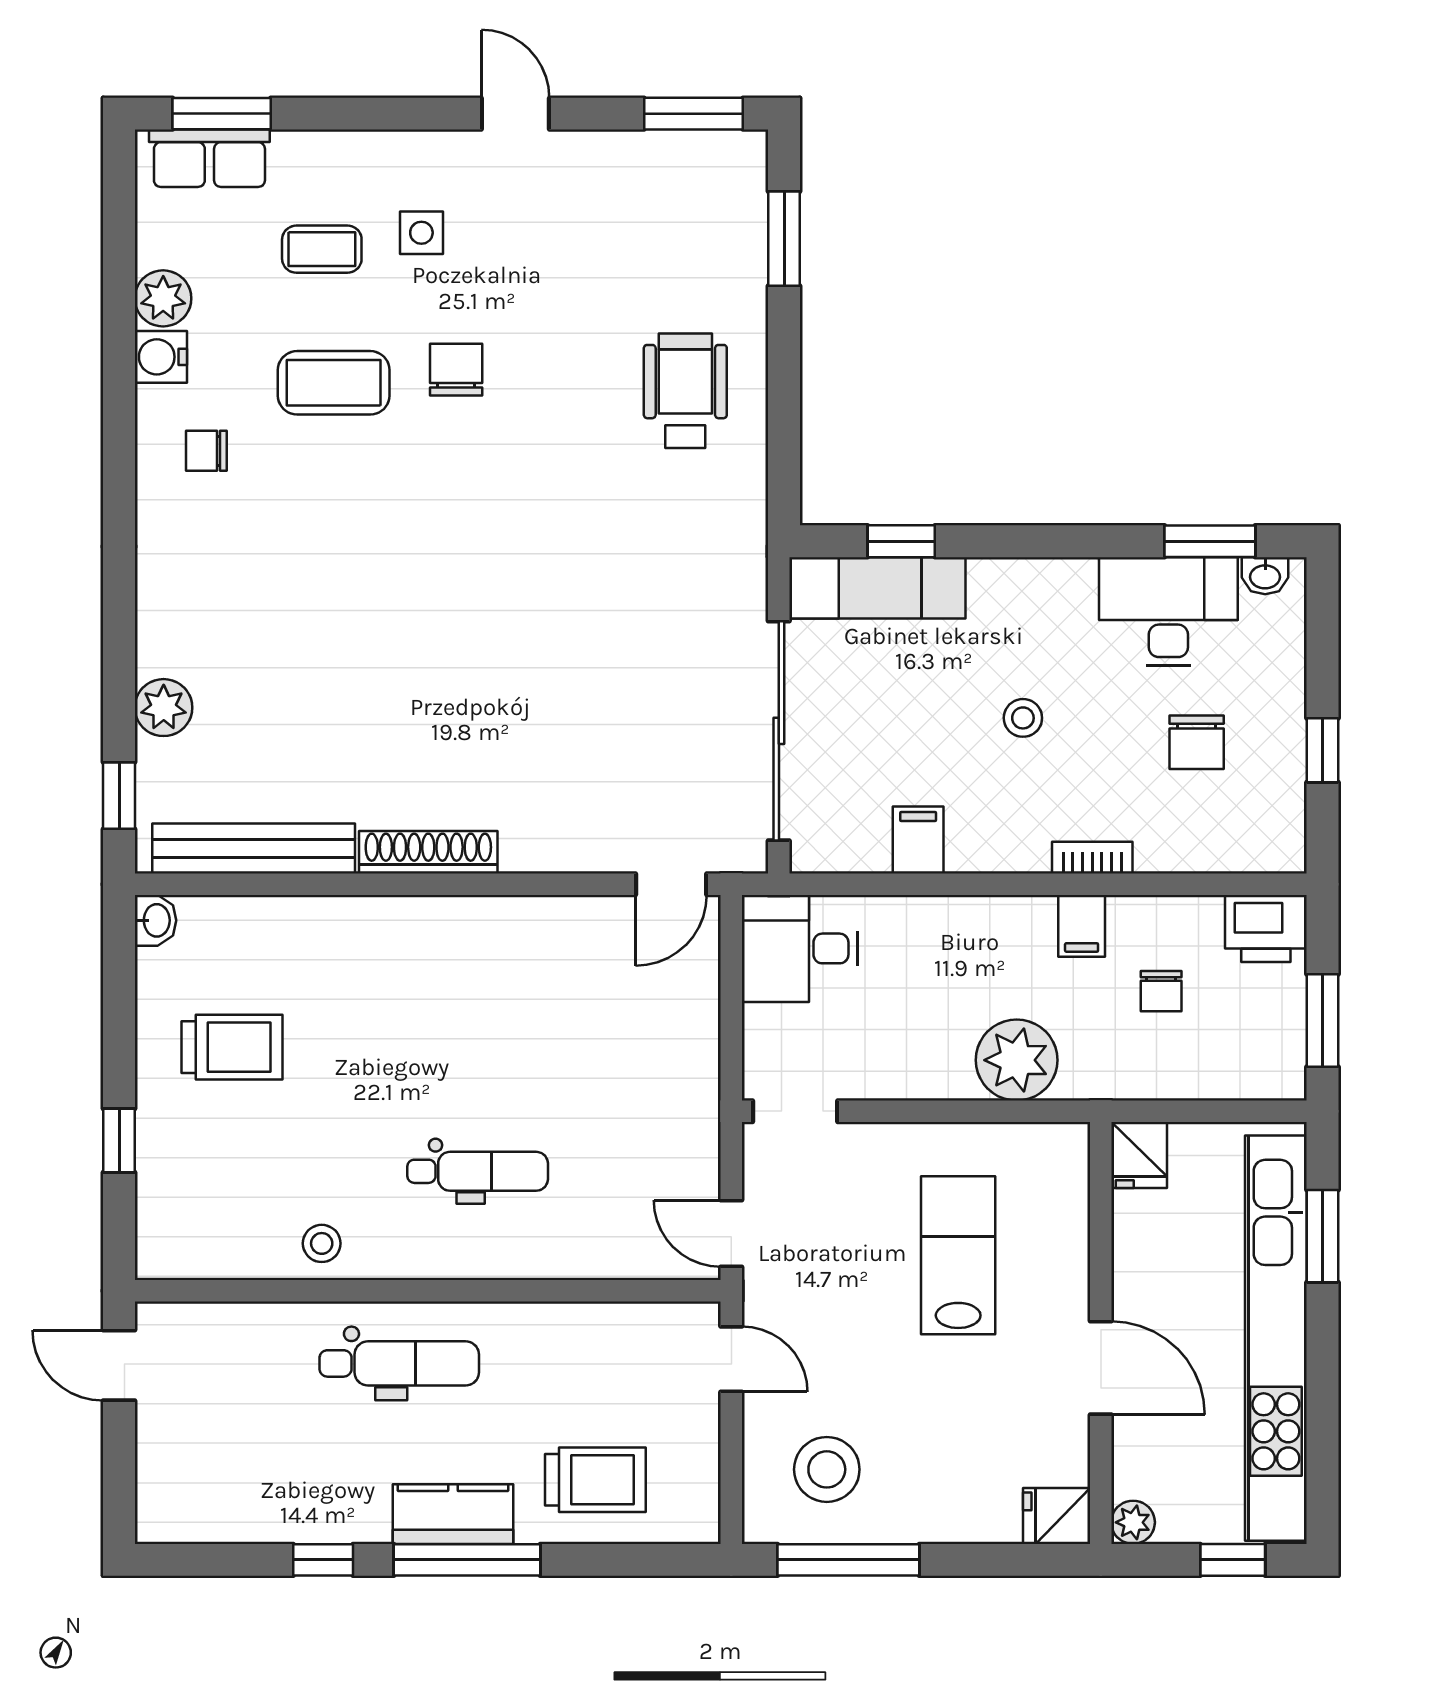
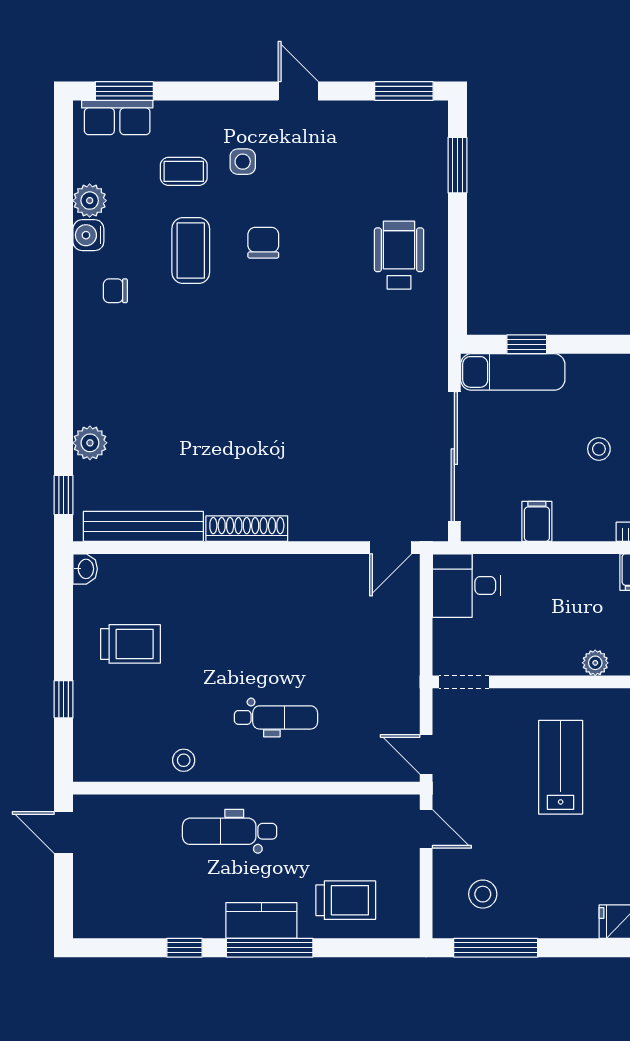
coffee table: (334, 383) -> (191, 251), turned 90
plant: (1017, 1060) -> (595, 663), width x0.53, depth x0.53
dental chair: (399, 1363) -> (230, 831), turned 180
stool: (827, 1469) -> (483, 894), width x0.73, depth x0.73

